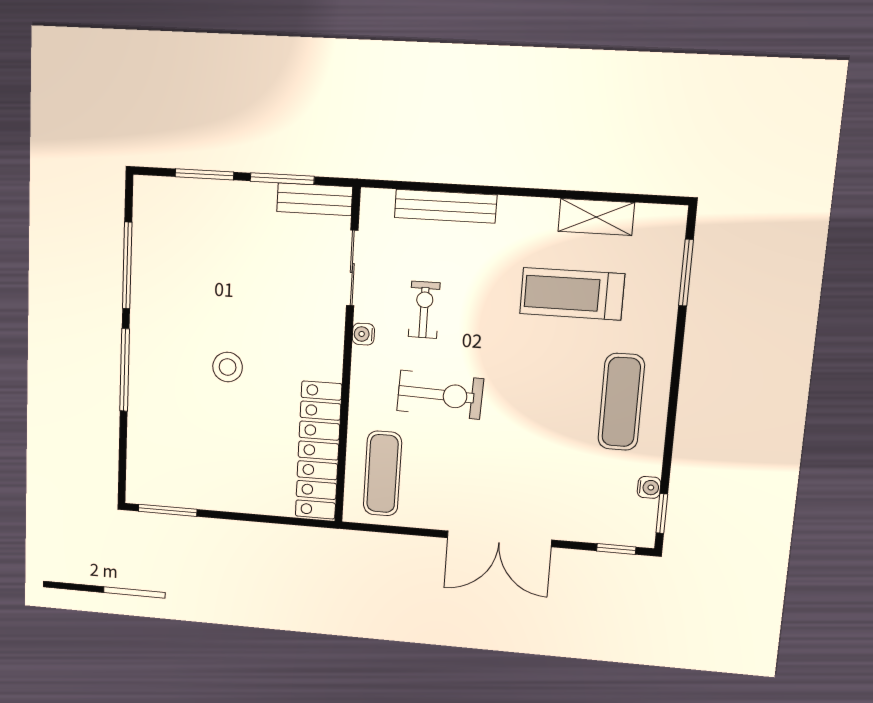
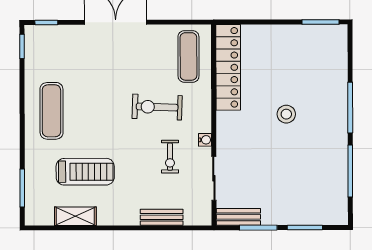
bench: (446, 206) -> (162, 217), width x0.73
water cooler: (649, 487) -> (31, 61), removed

